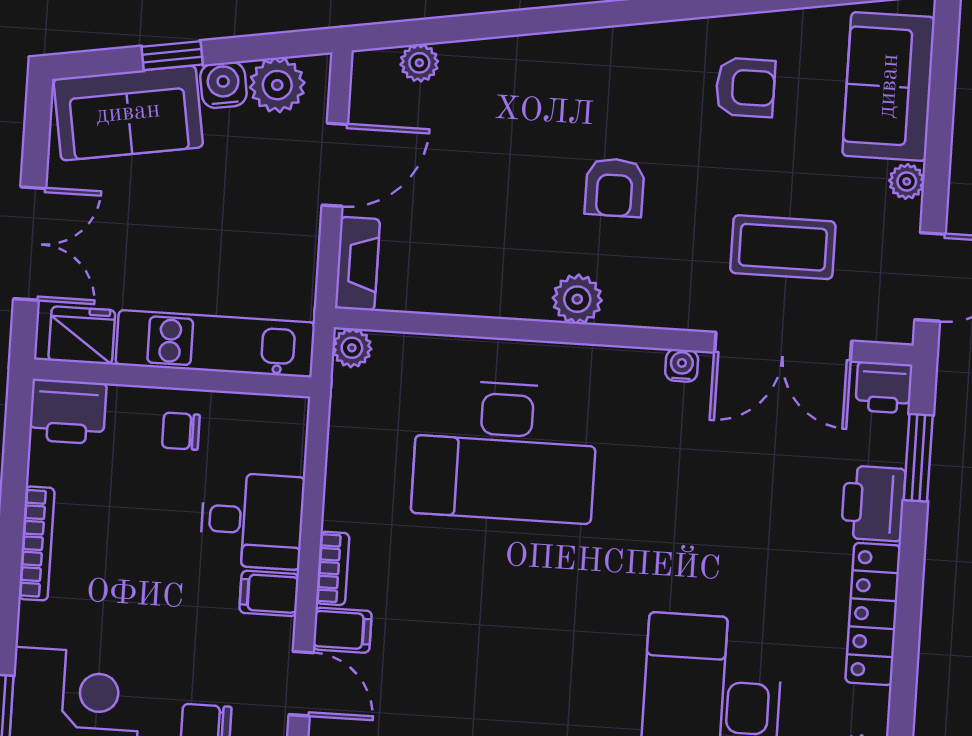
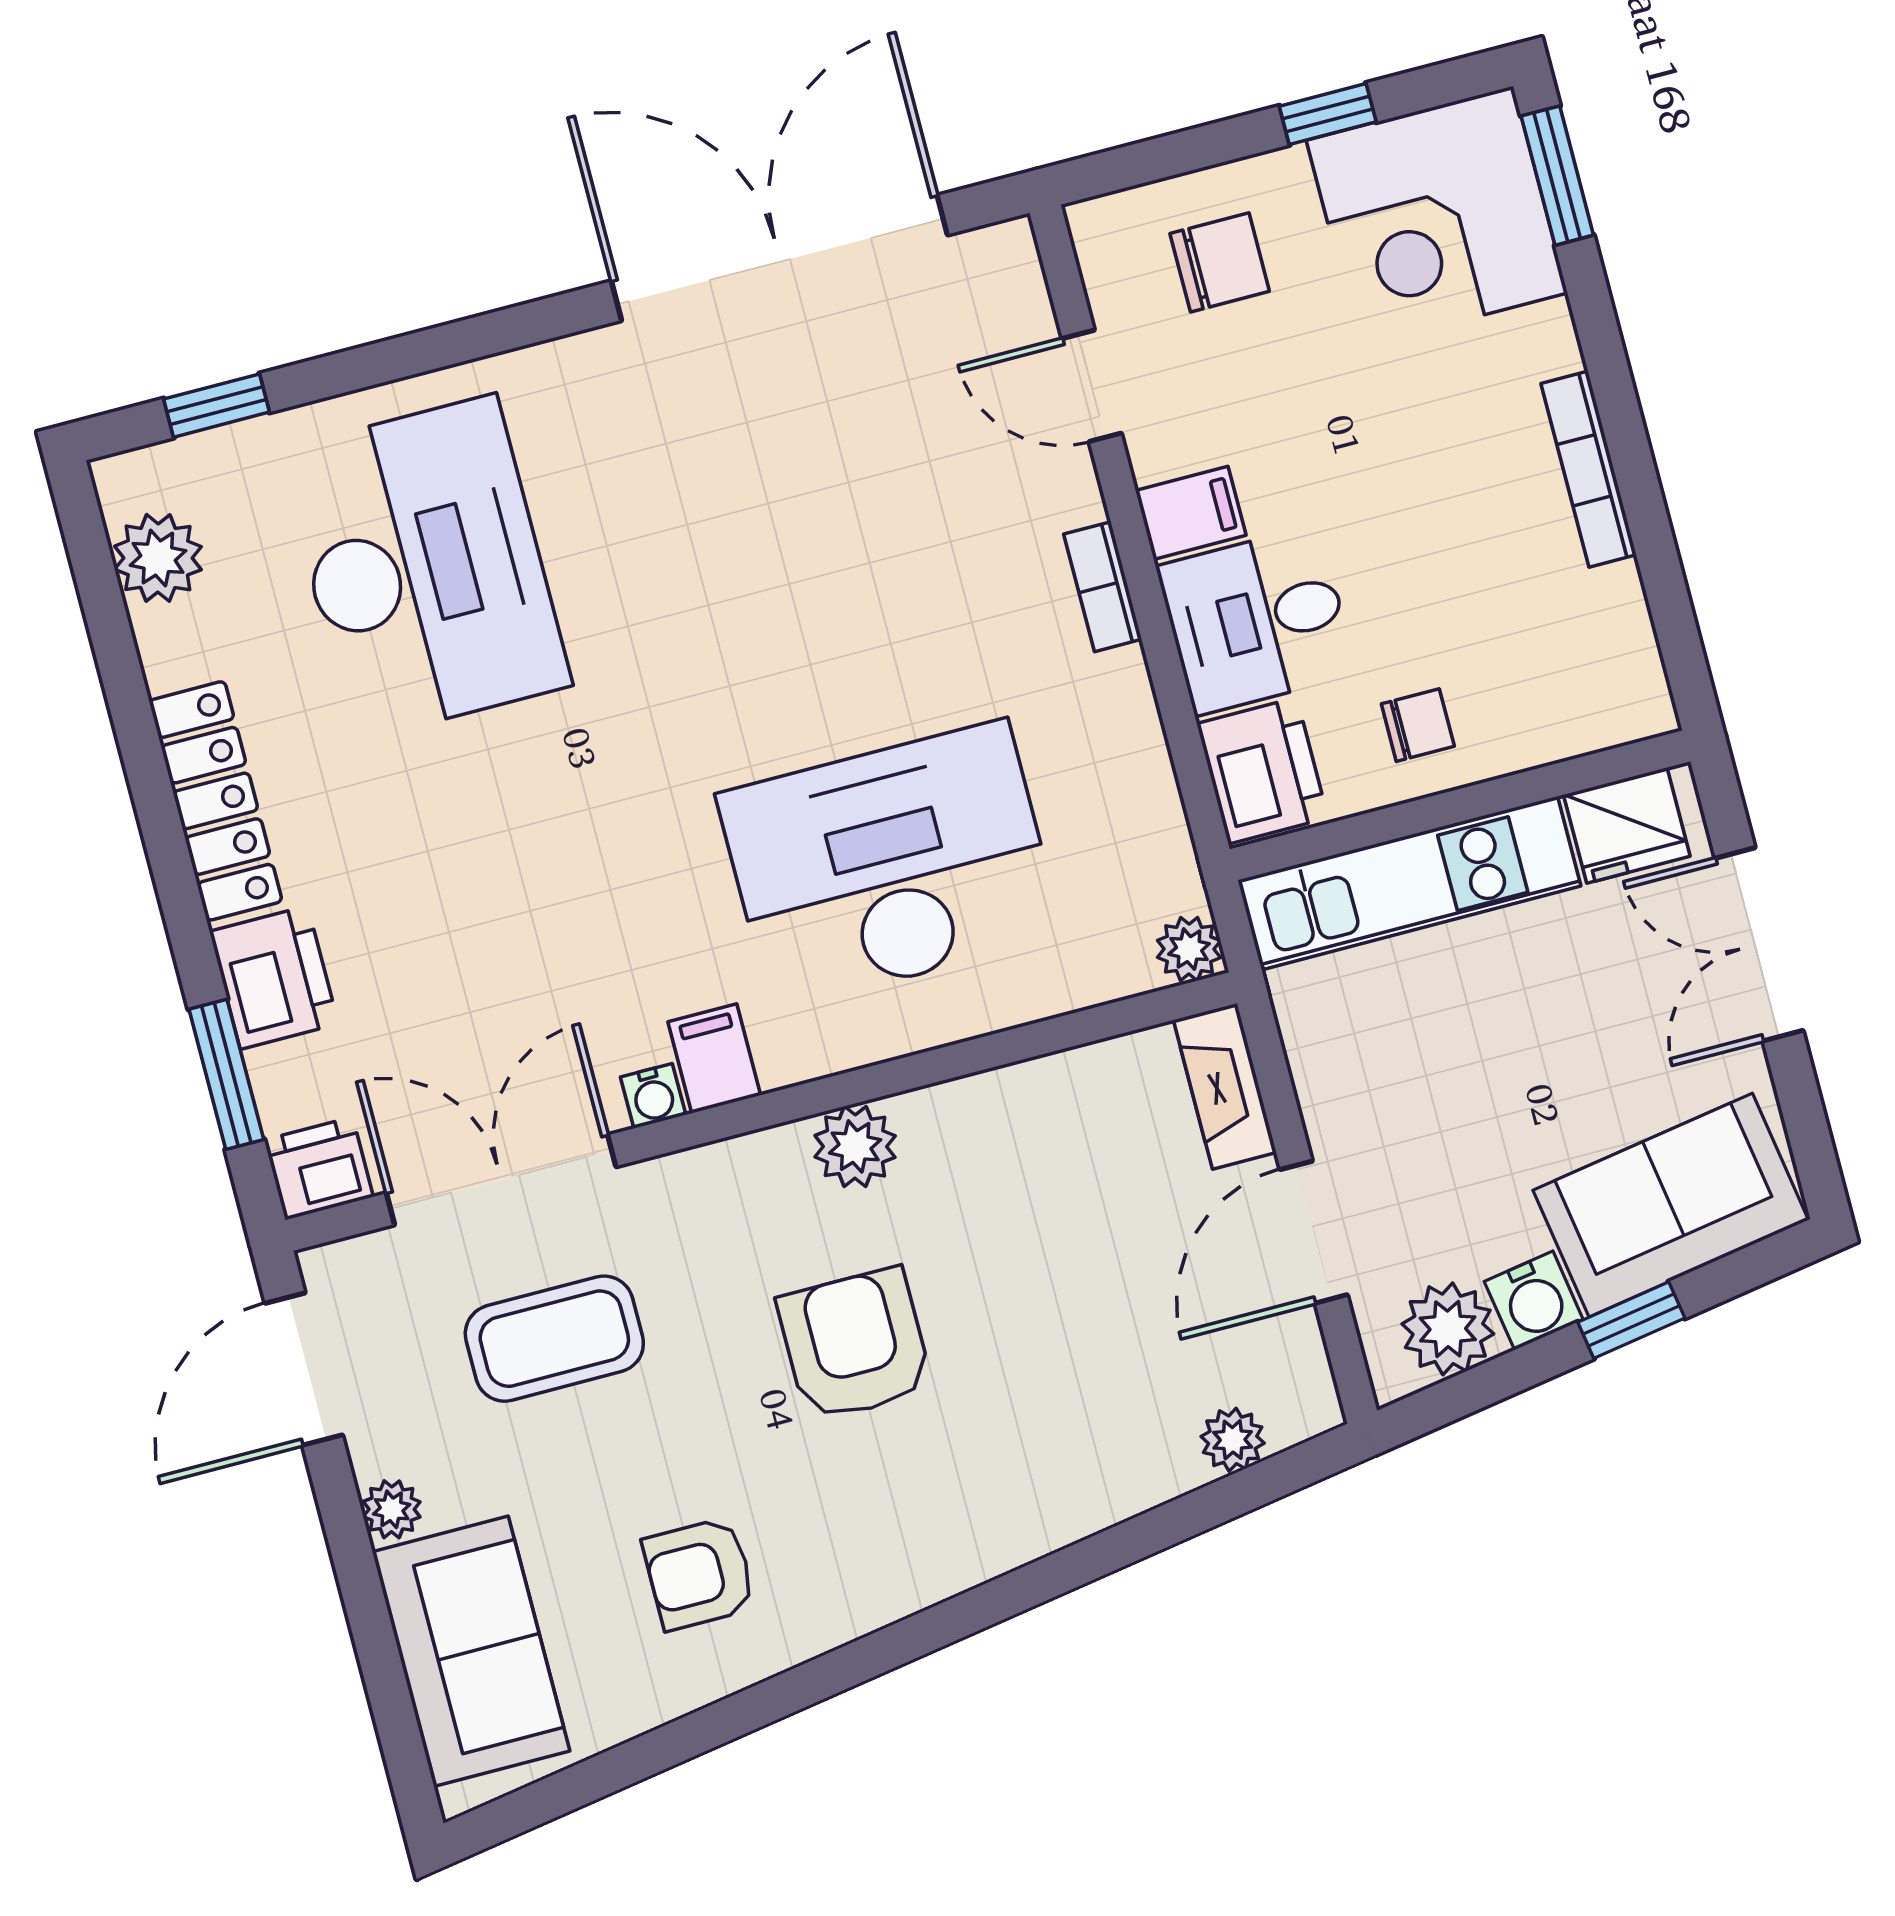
armchair: (615, 187) -> (855, 1345), width x1.38, depth x1.38
printer: (68, 412) -> (1262, 771), moved, turned 90
filing cabinet: (342, 630) -> (714, 1058), moved, turned 90

